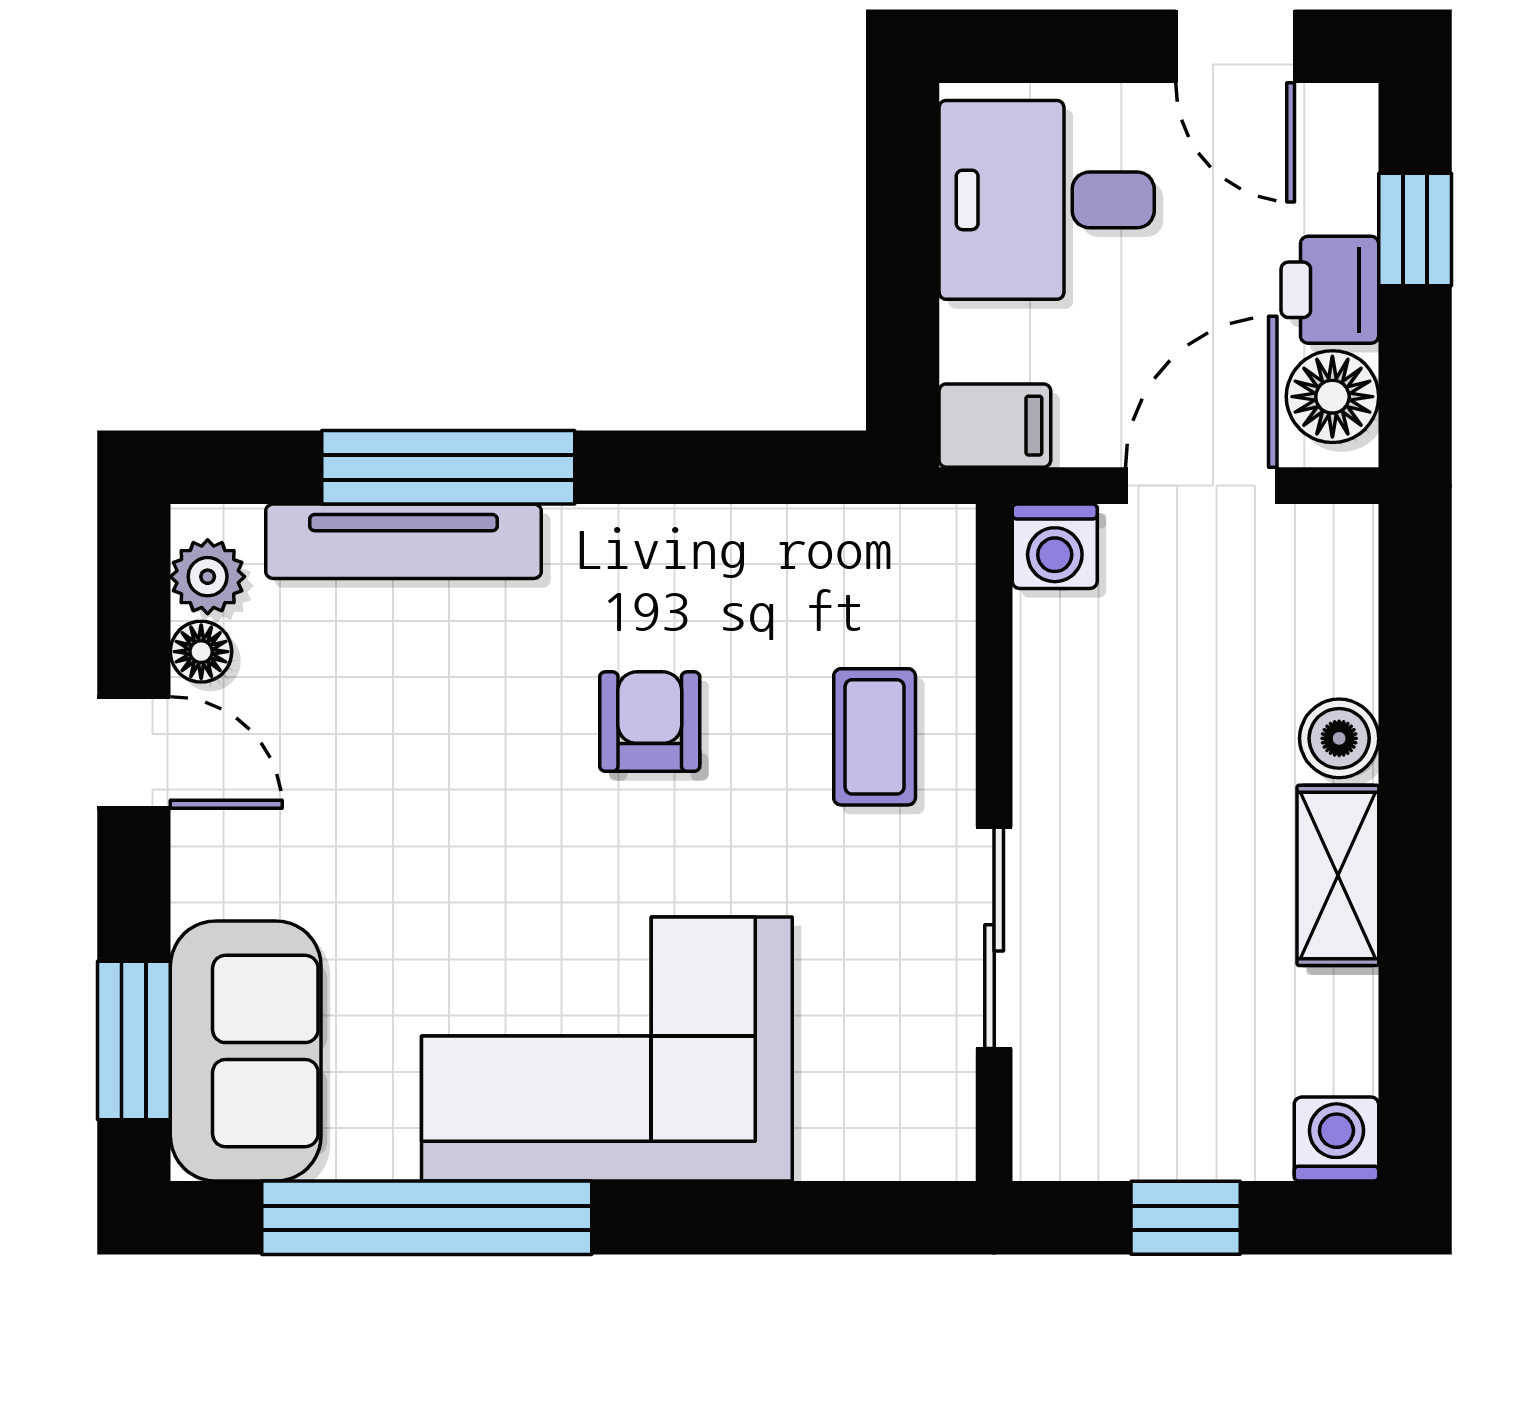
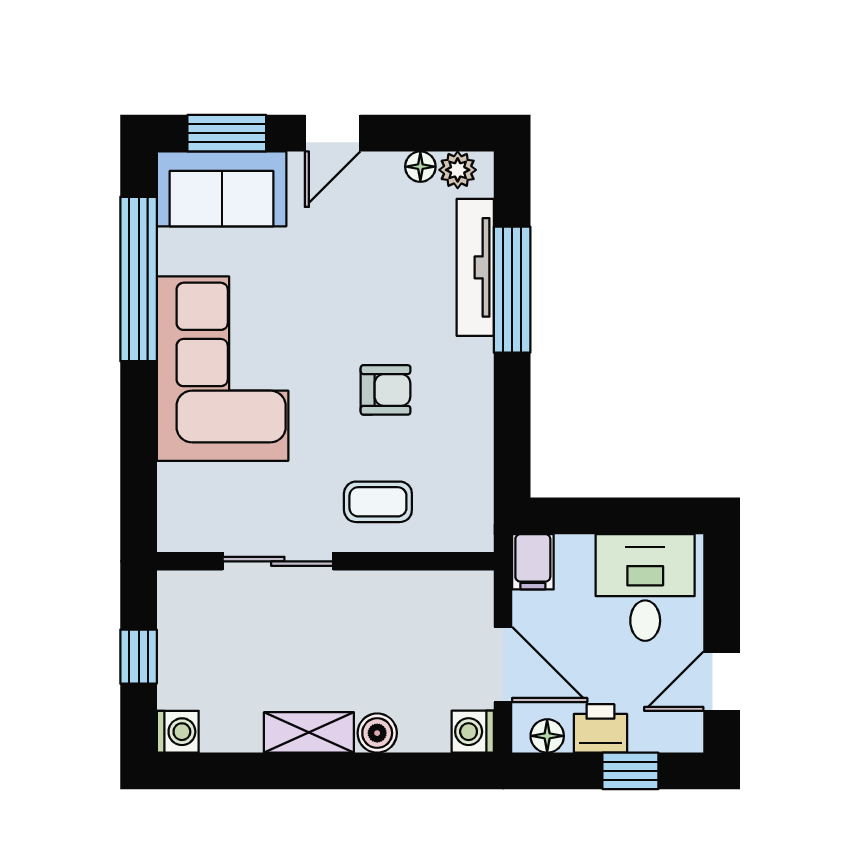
floor lamp: (1332, 397) -> (547, 736), width x0.73, depth x0.73
washing machine: (1055, 546) -> (473, 732), moved
door: (134, 752) -> (333, 133), moved

